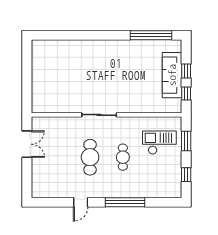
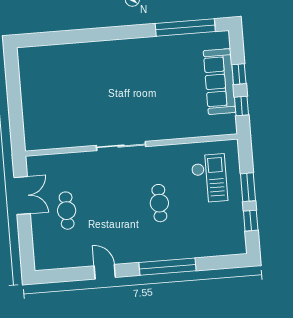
window: (186, 141) -> (248, 187), moved
checkout: (159, 143) -> (209, 178), turned 90
cafe table: (90, 157) -> (67, 211), moved, width x0.73, depth x0.74
door: (81, 202) -> (105, 272), swing flipped

